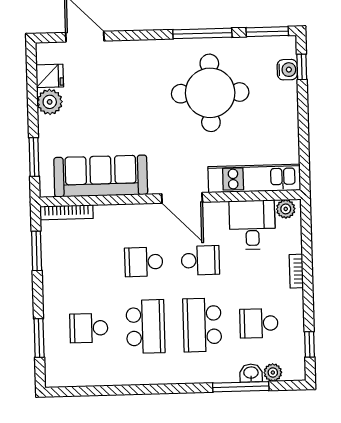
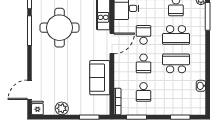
fridge: (50, 76) -> (37, 108), moved
sofa: (101, 176) -> (100, 78), width x0.73
school desk: (89, 328) -> (144, 92), moved
washbasin: (251, 373) -> (201, 86), moved

